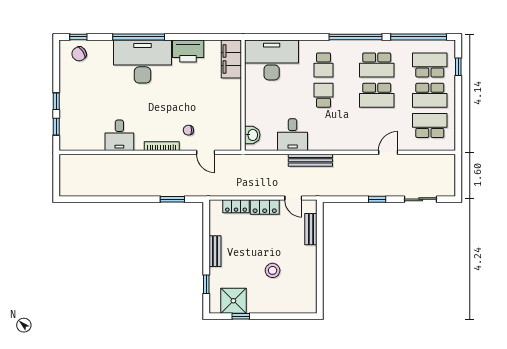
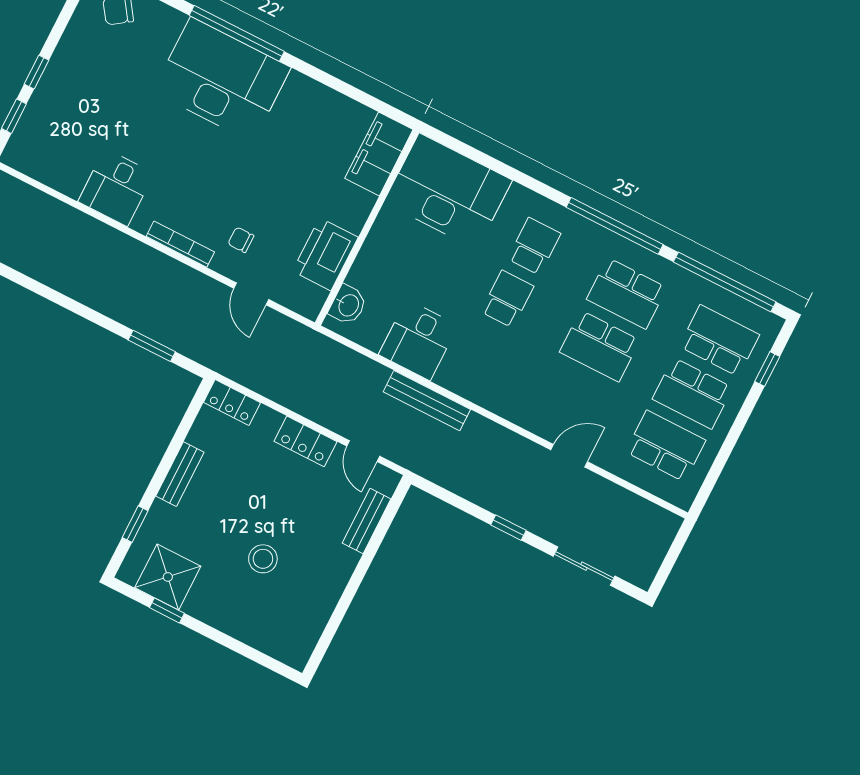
printer: (188, 51) -> (325, 254), moved, turned 90
school desk: (324, 65) -> (534, 246), turned 180
locker: (236, 206) -> (232, 403), moved

